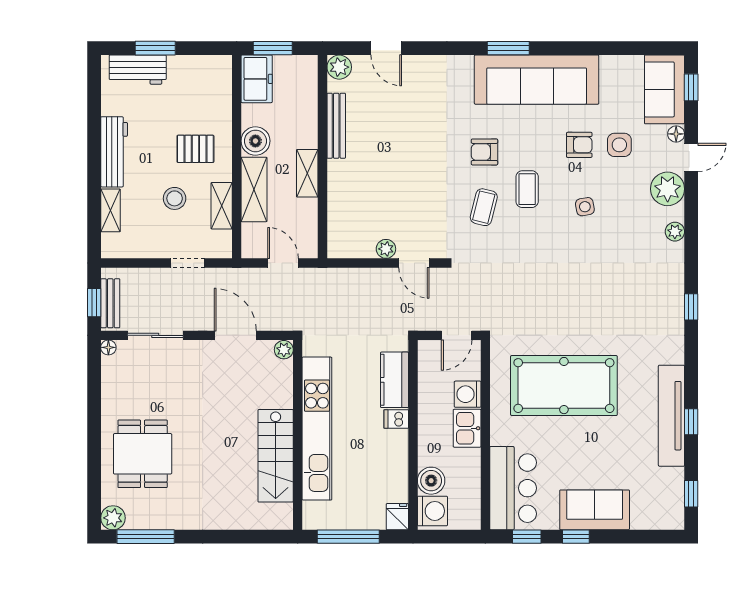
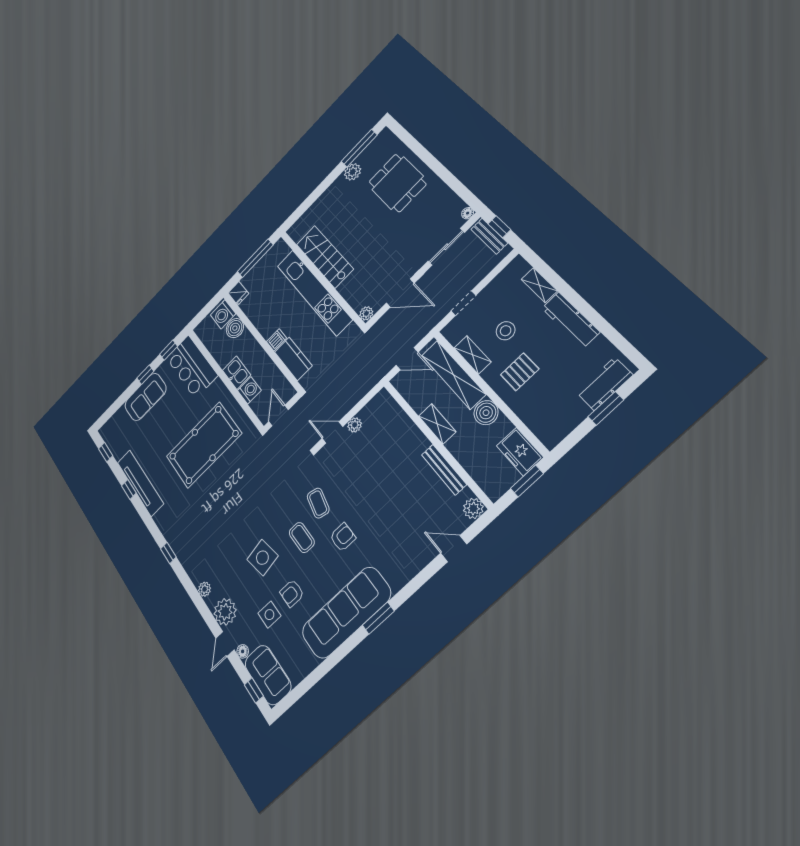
shelving: (254, 189) -> (453, 375), width x1.47
side table: (585, 207) -> (262, 558), width x1.87, depth x1.87
plant: (113, 518) -> (353, 172), moved

